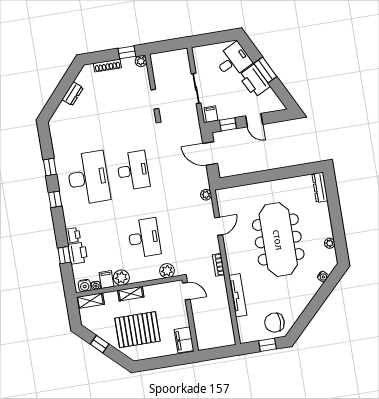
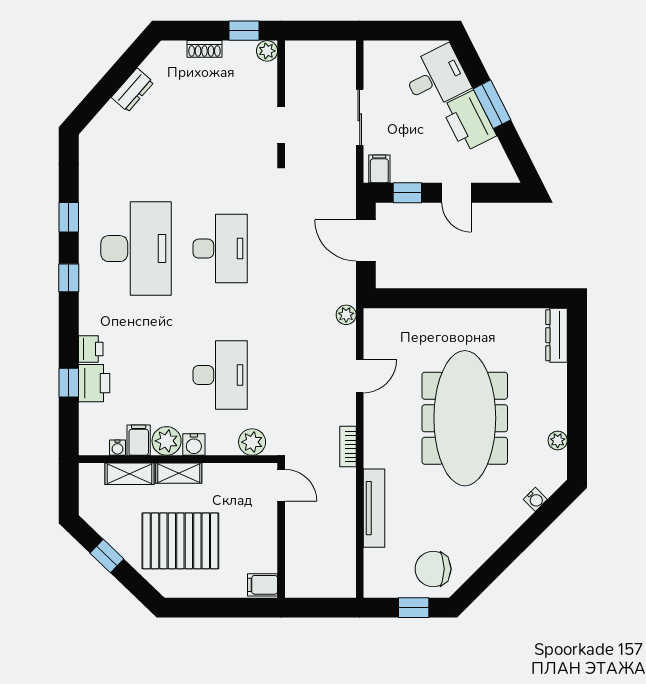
shoe rack: (107, 66) -> (204, 49), width x0.70
water cooler: (85, 286) -> (194, 444), moved
shelving: (90, 301) -> (129, 474), moved
filing cabinet: (184, 340) -> (263, 585), width x0.50

